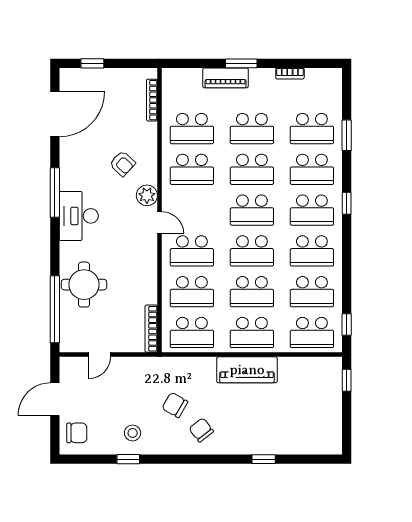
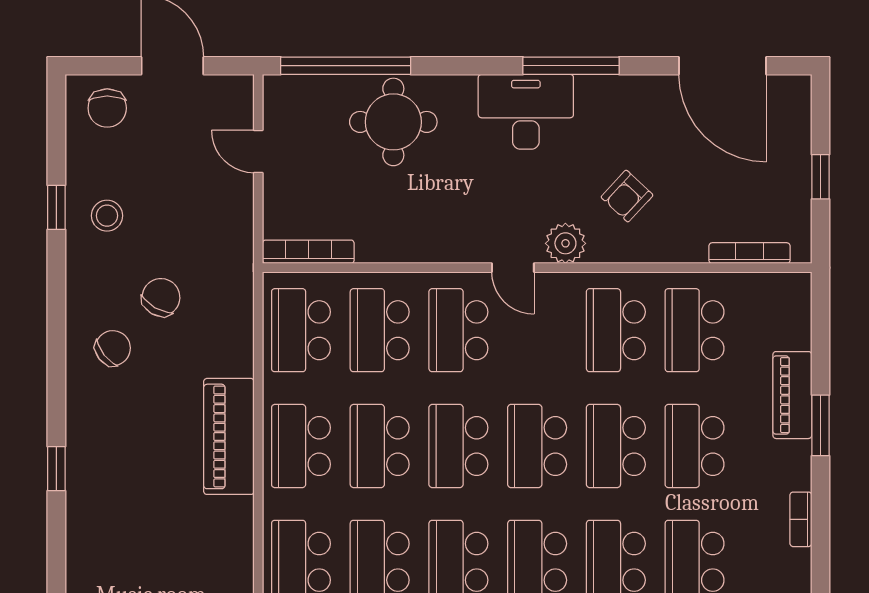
window: (92, 63) -> (820, 177), moved
door: (160, 223) -> (513, 268), hinge flipped

